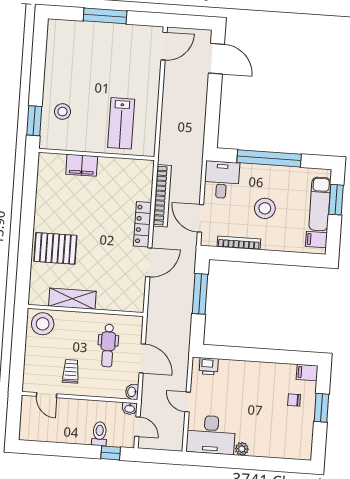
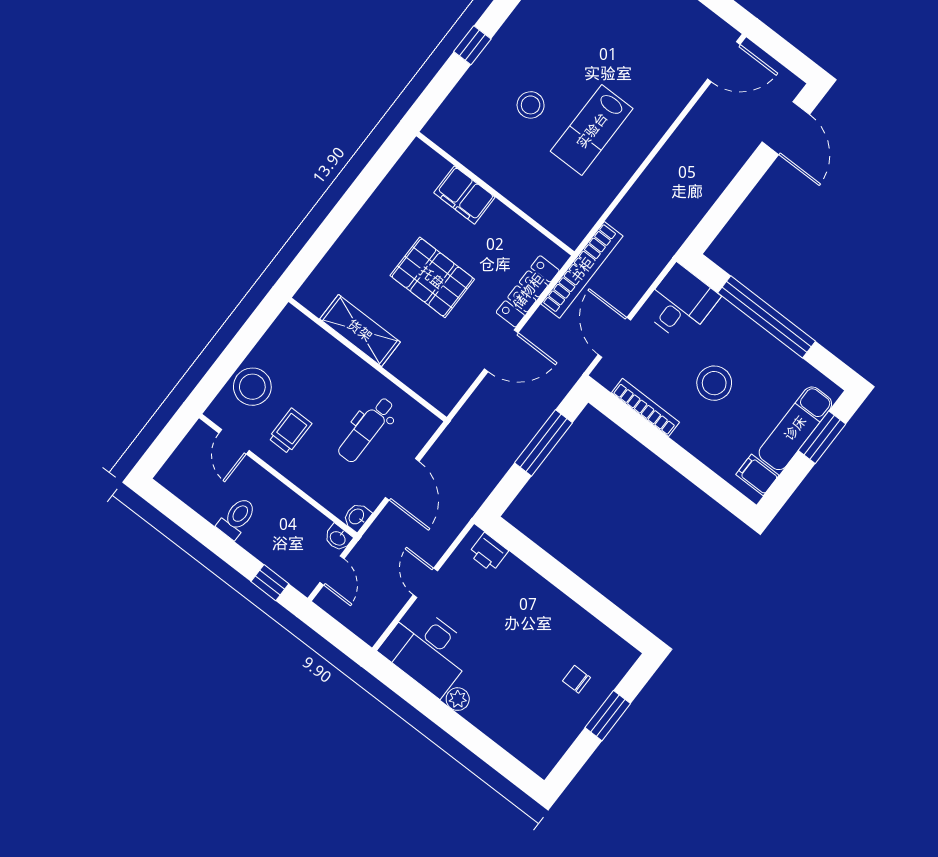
stool: (63, 112) -> (531, 105), moved
window: (34, 121) -> (472, 45), width x0.67
wall: (97, 154) -> (495, 194), moved
filing cabinet: (82, 165) -> (464, 195), moved
pallet: (55, 248) -> (432, 277), moved
stool: (43, 324) -> (252, 387), moved
filing cabinet: (307, 373) -> (620, 653), removed
toilet: (99, 434) -> (237, 518), moved

